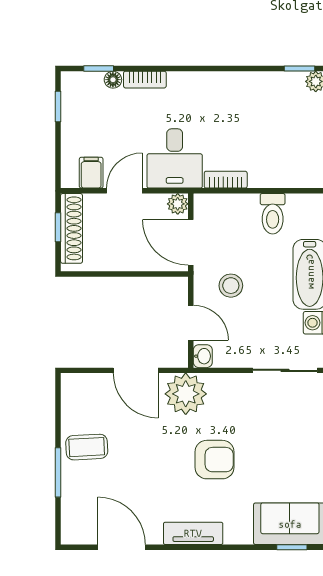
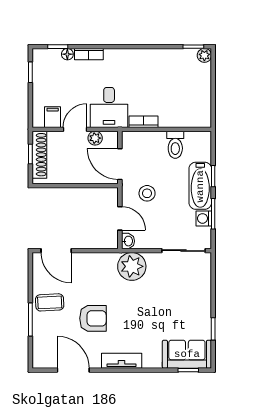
plant: (178, 204) -> (95, 138), moved
door: (136, 370) -> (56, 251), moved
plant: (186, 394) -> (132, 266), moved
armchair: (214, 460) -> (93, 318), moved

